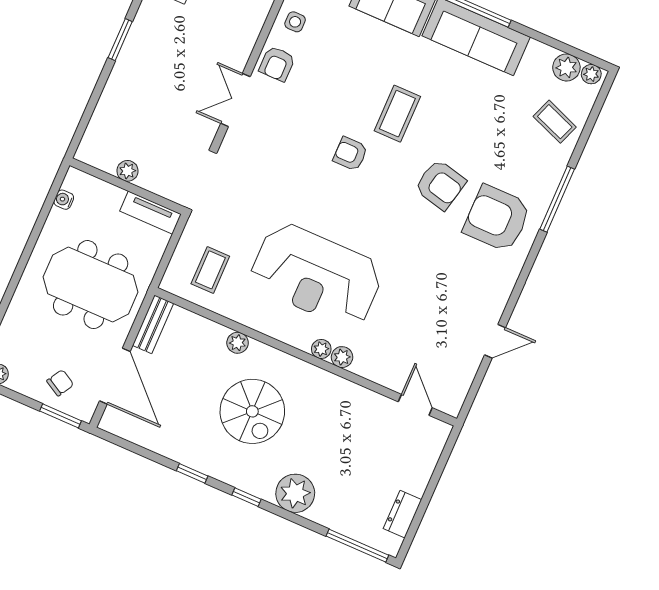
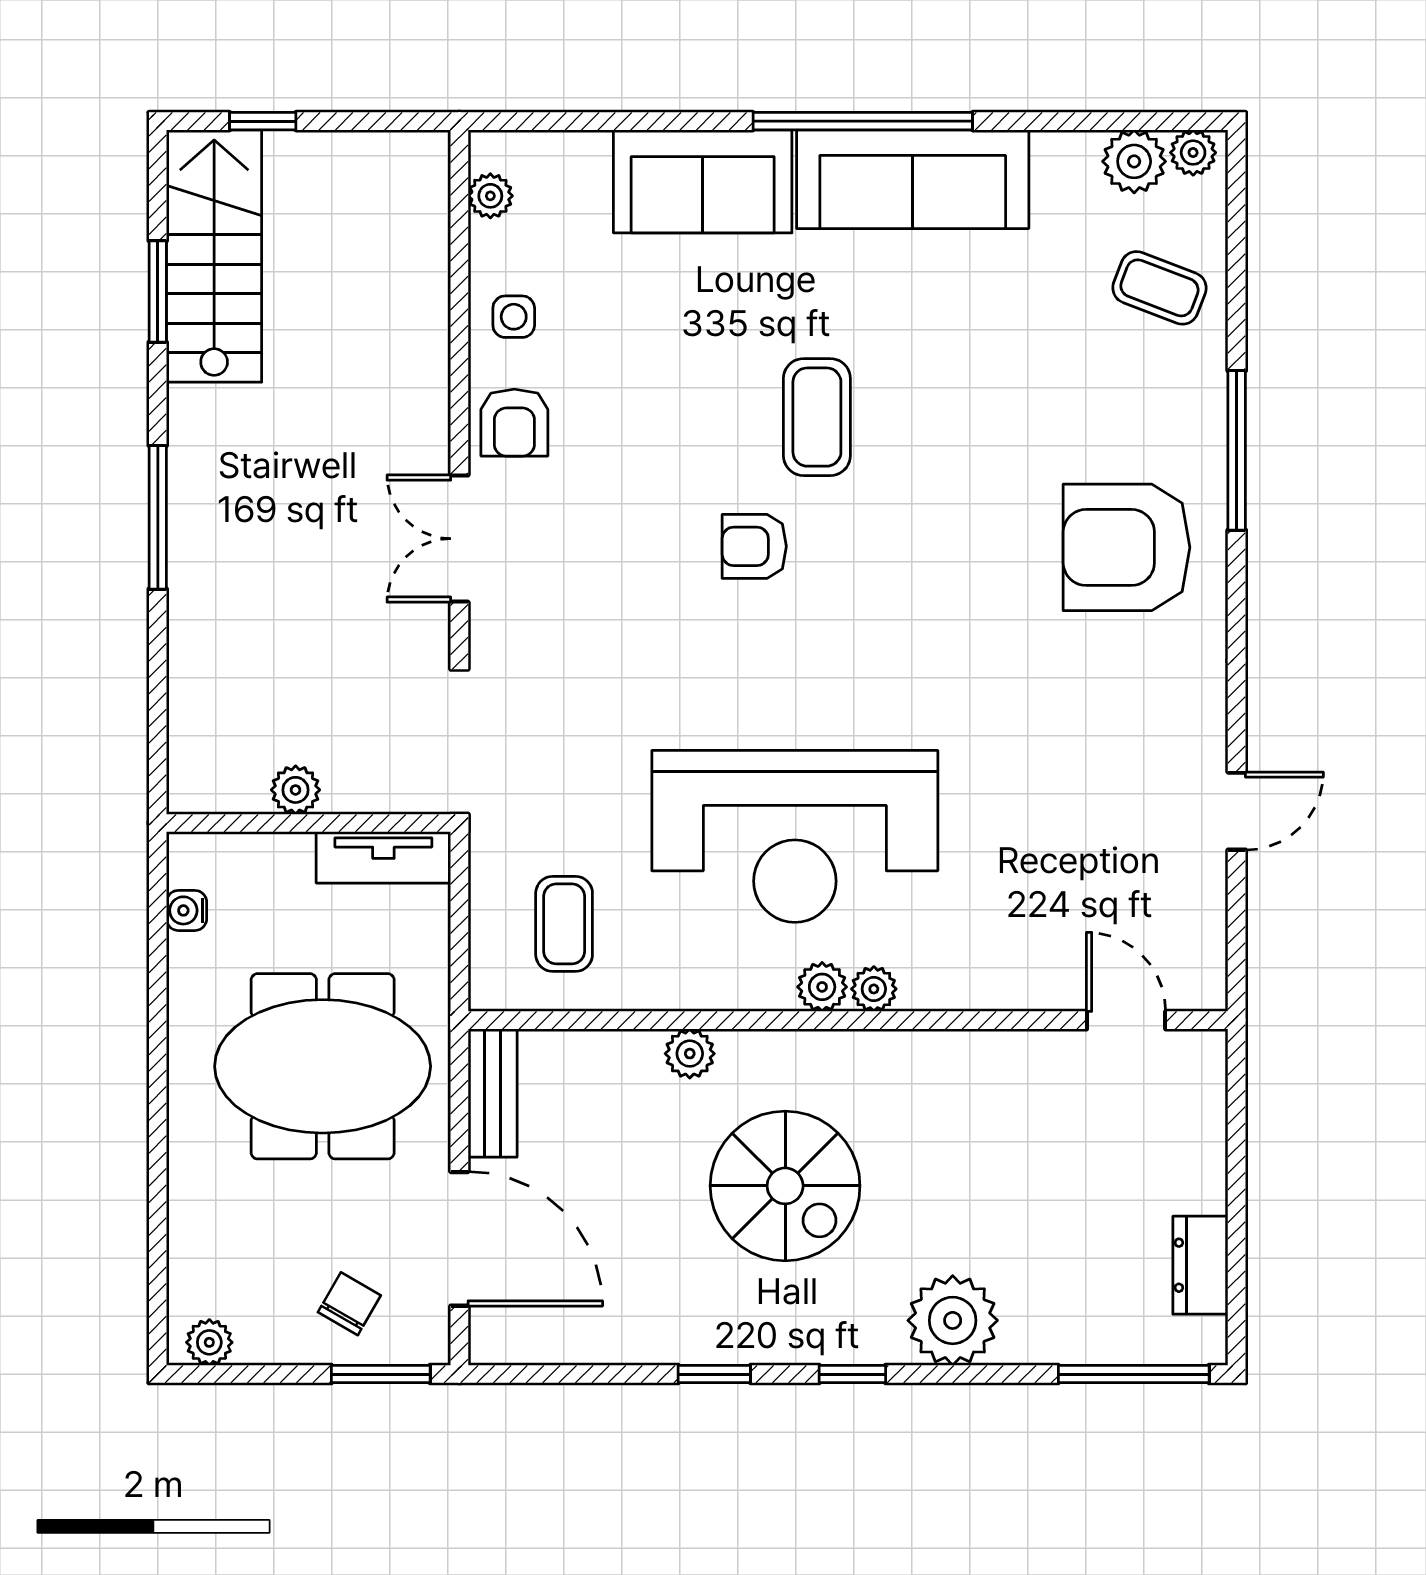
window: (120, 40) -> (158, 517), width x1.44
armchair: (440, 185) -> (974, 528), removed
plant: (342, 357) -> (822, 987), moved

